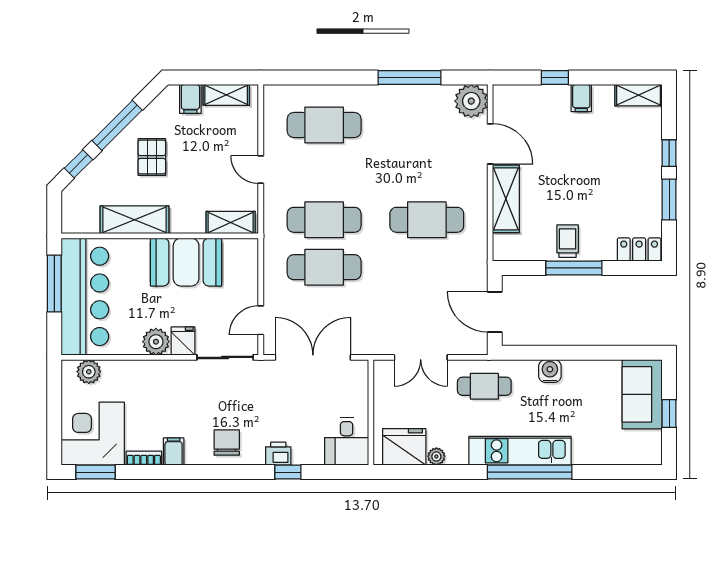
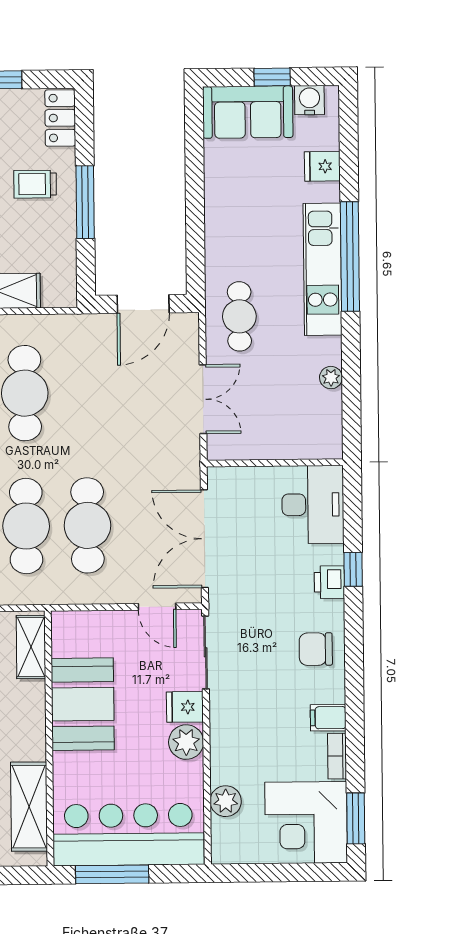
shelving: (134, 220) -> (29, 807), moved
trolley: (568, 241) -> (35, 184), moved
water cooler: (550, 371) -> (309, 100), moved, turned 90
plant: (89, 372) -> (226, 801), moved
desk: (347, 441) -> (313, 505), width x1.37
fridge: (404, 447) -> (322, 166), moved, width x0.53, depth x0.75

